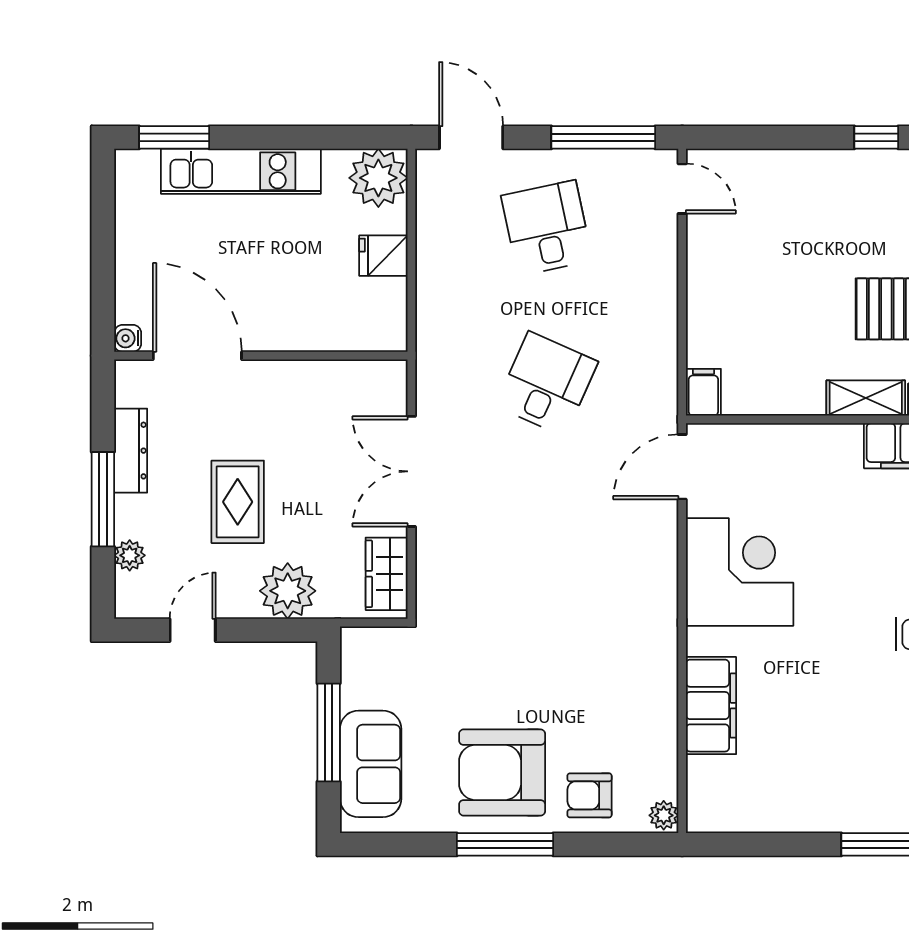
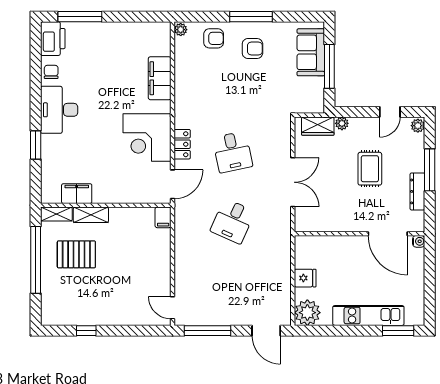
desk: (547, 228) -> (233, 152), moved
plant: (130, 555) -> (418, 126), moved
locker: (660, 557) -> (182, 144), added
wardrobe: (387, 574) -> (318, 126), moved, turned 90
plant: (288, 591) -> (342, 123), width x0.53, depth x0.53
armchair: (502, 772) -> (252, 49), width x0.53, depth x0.53

